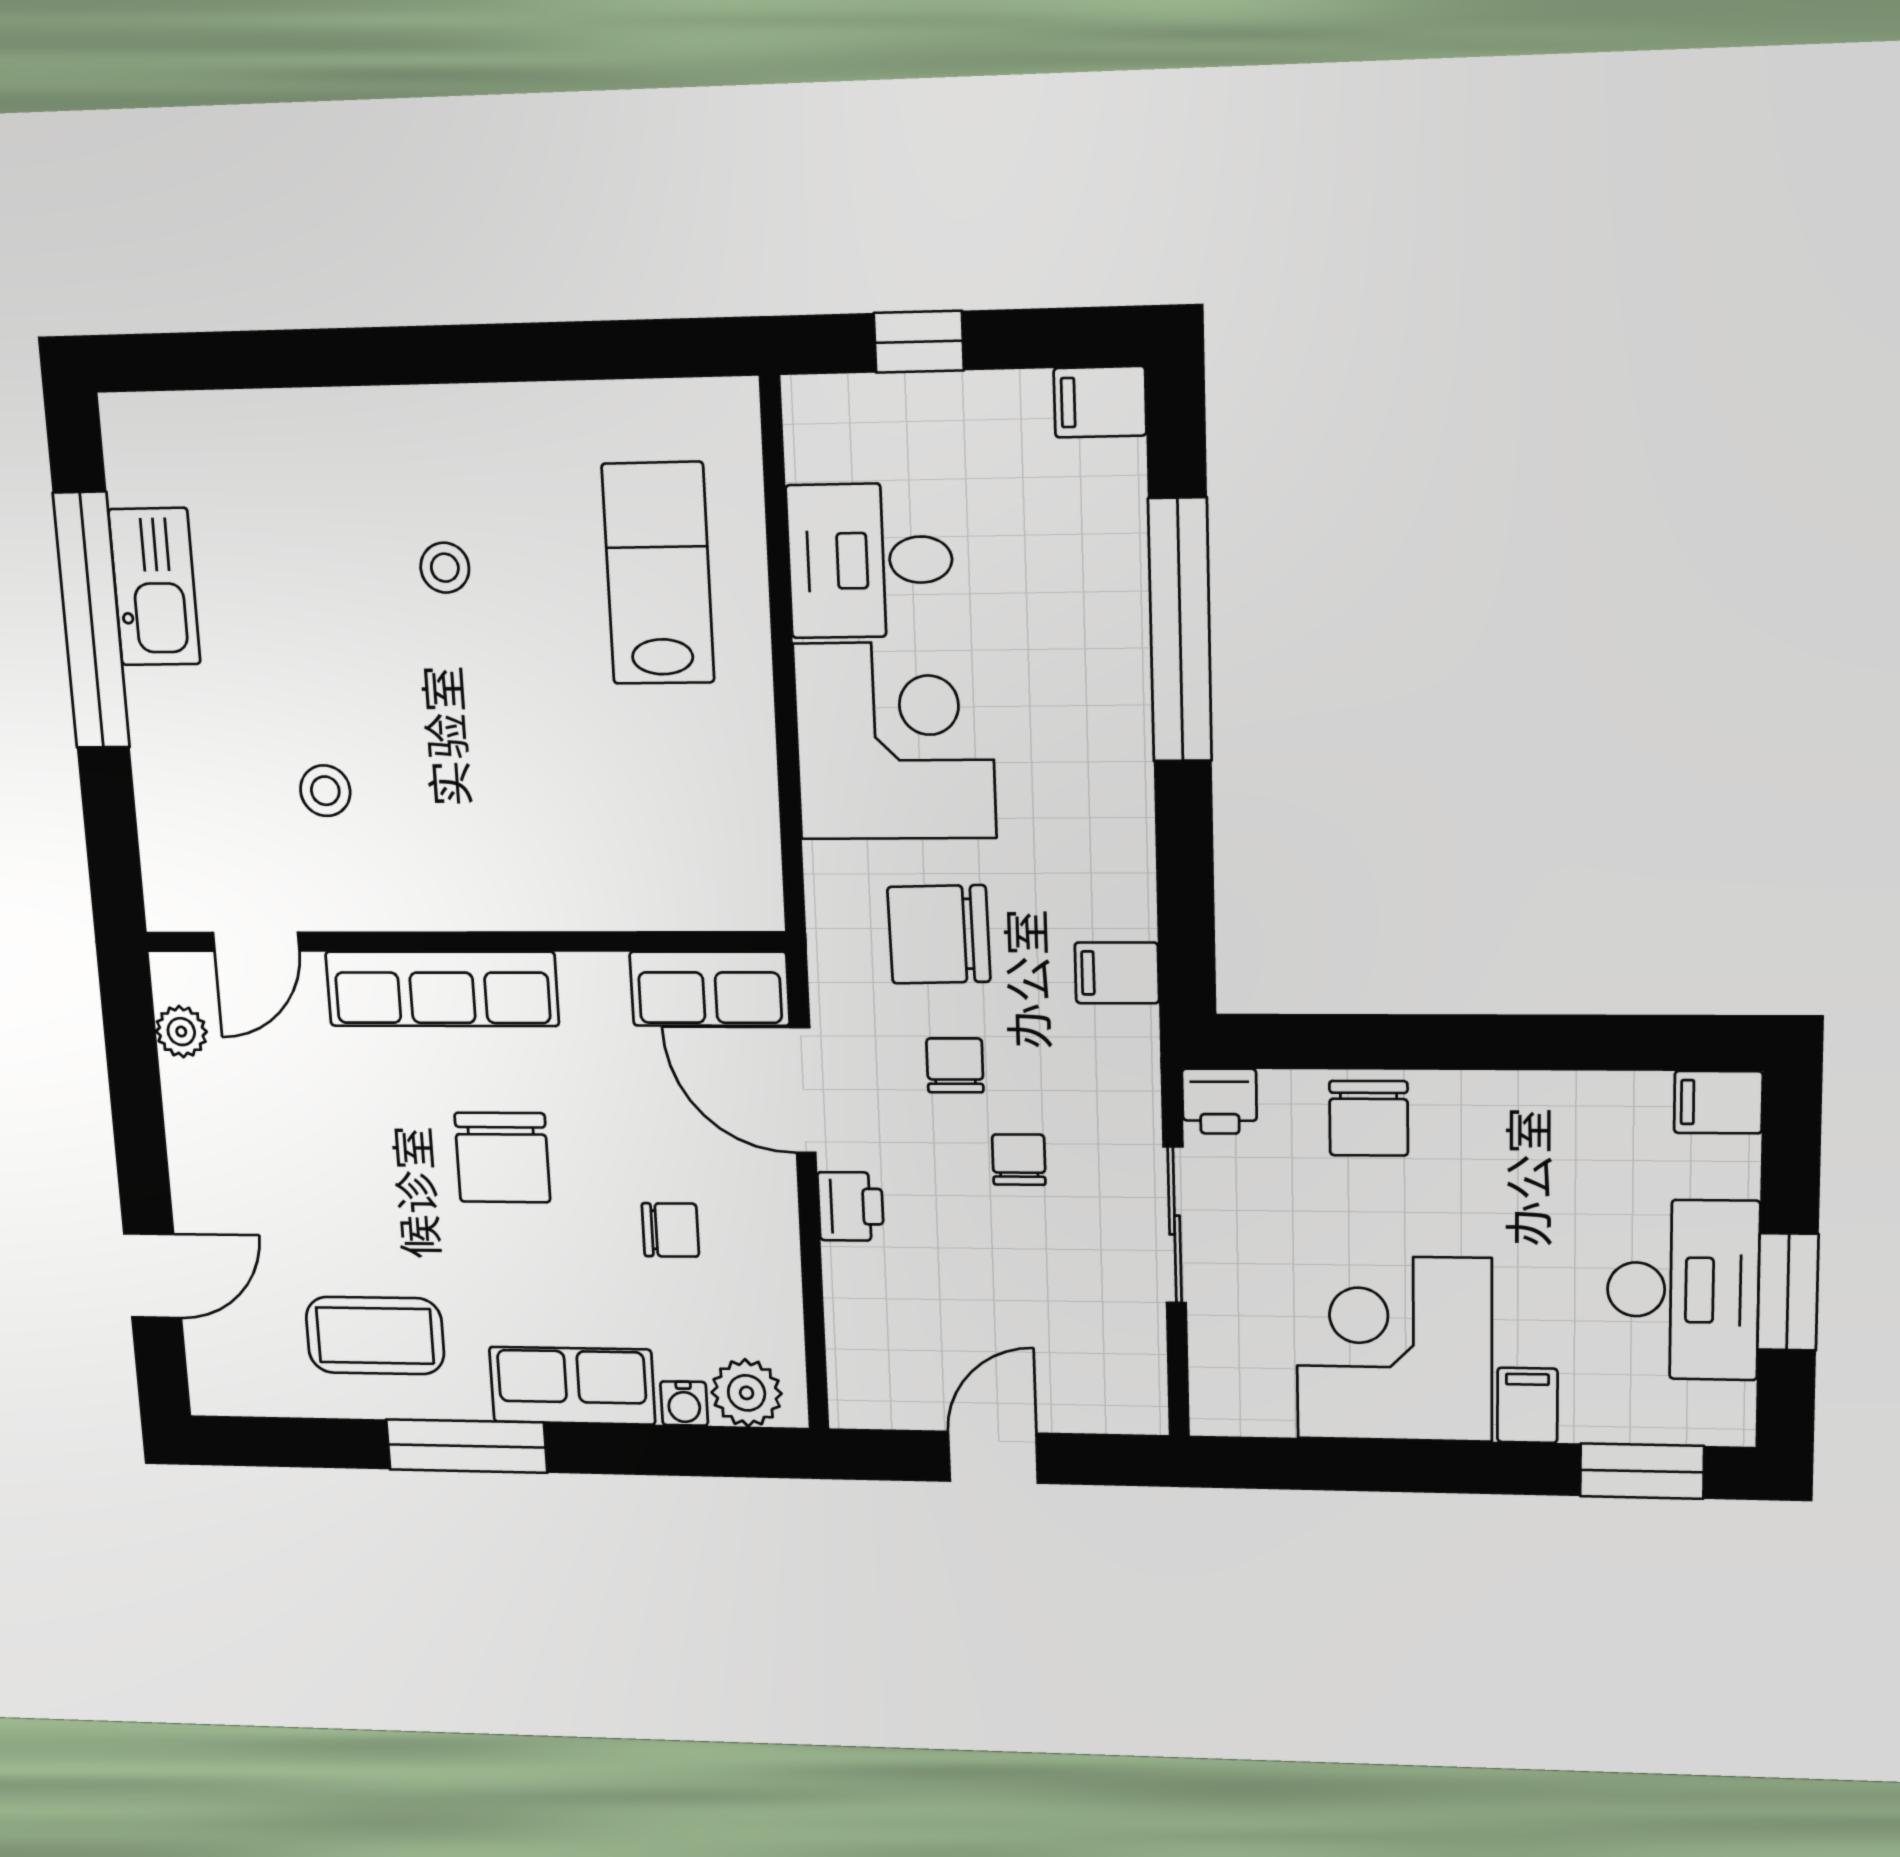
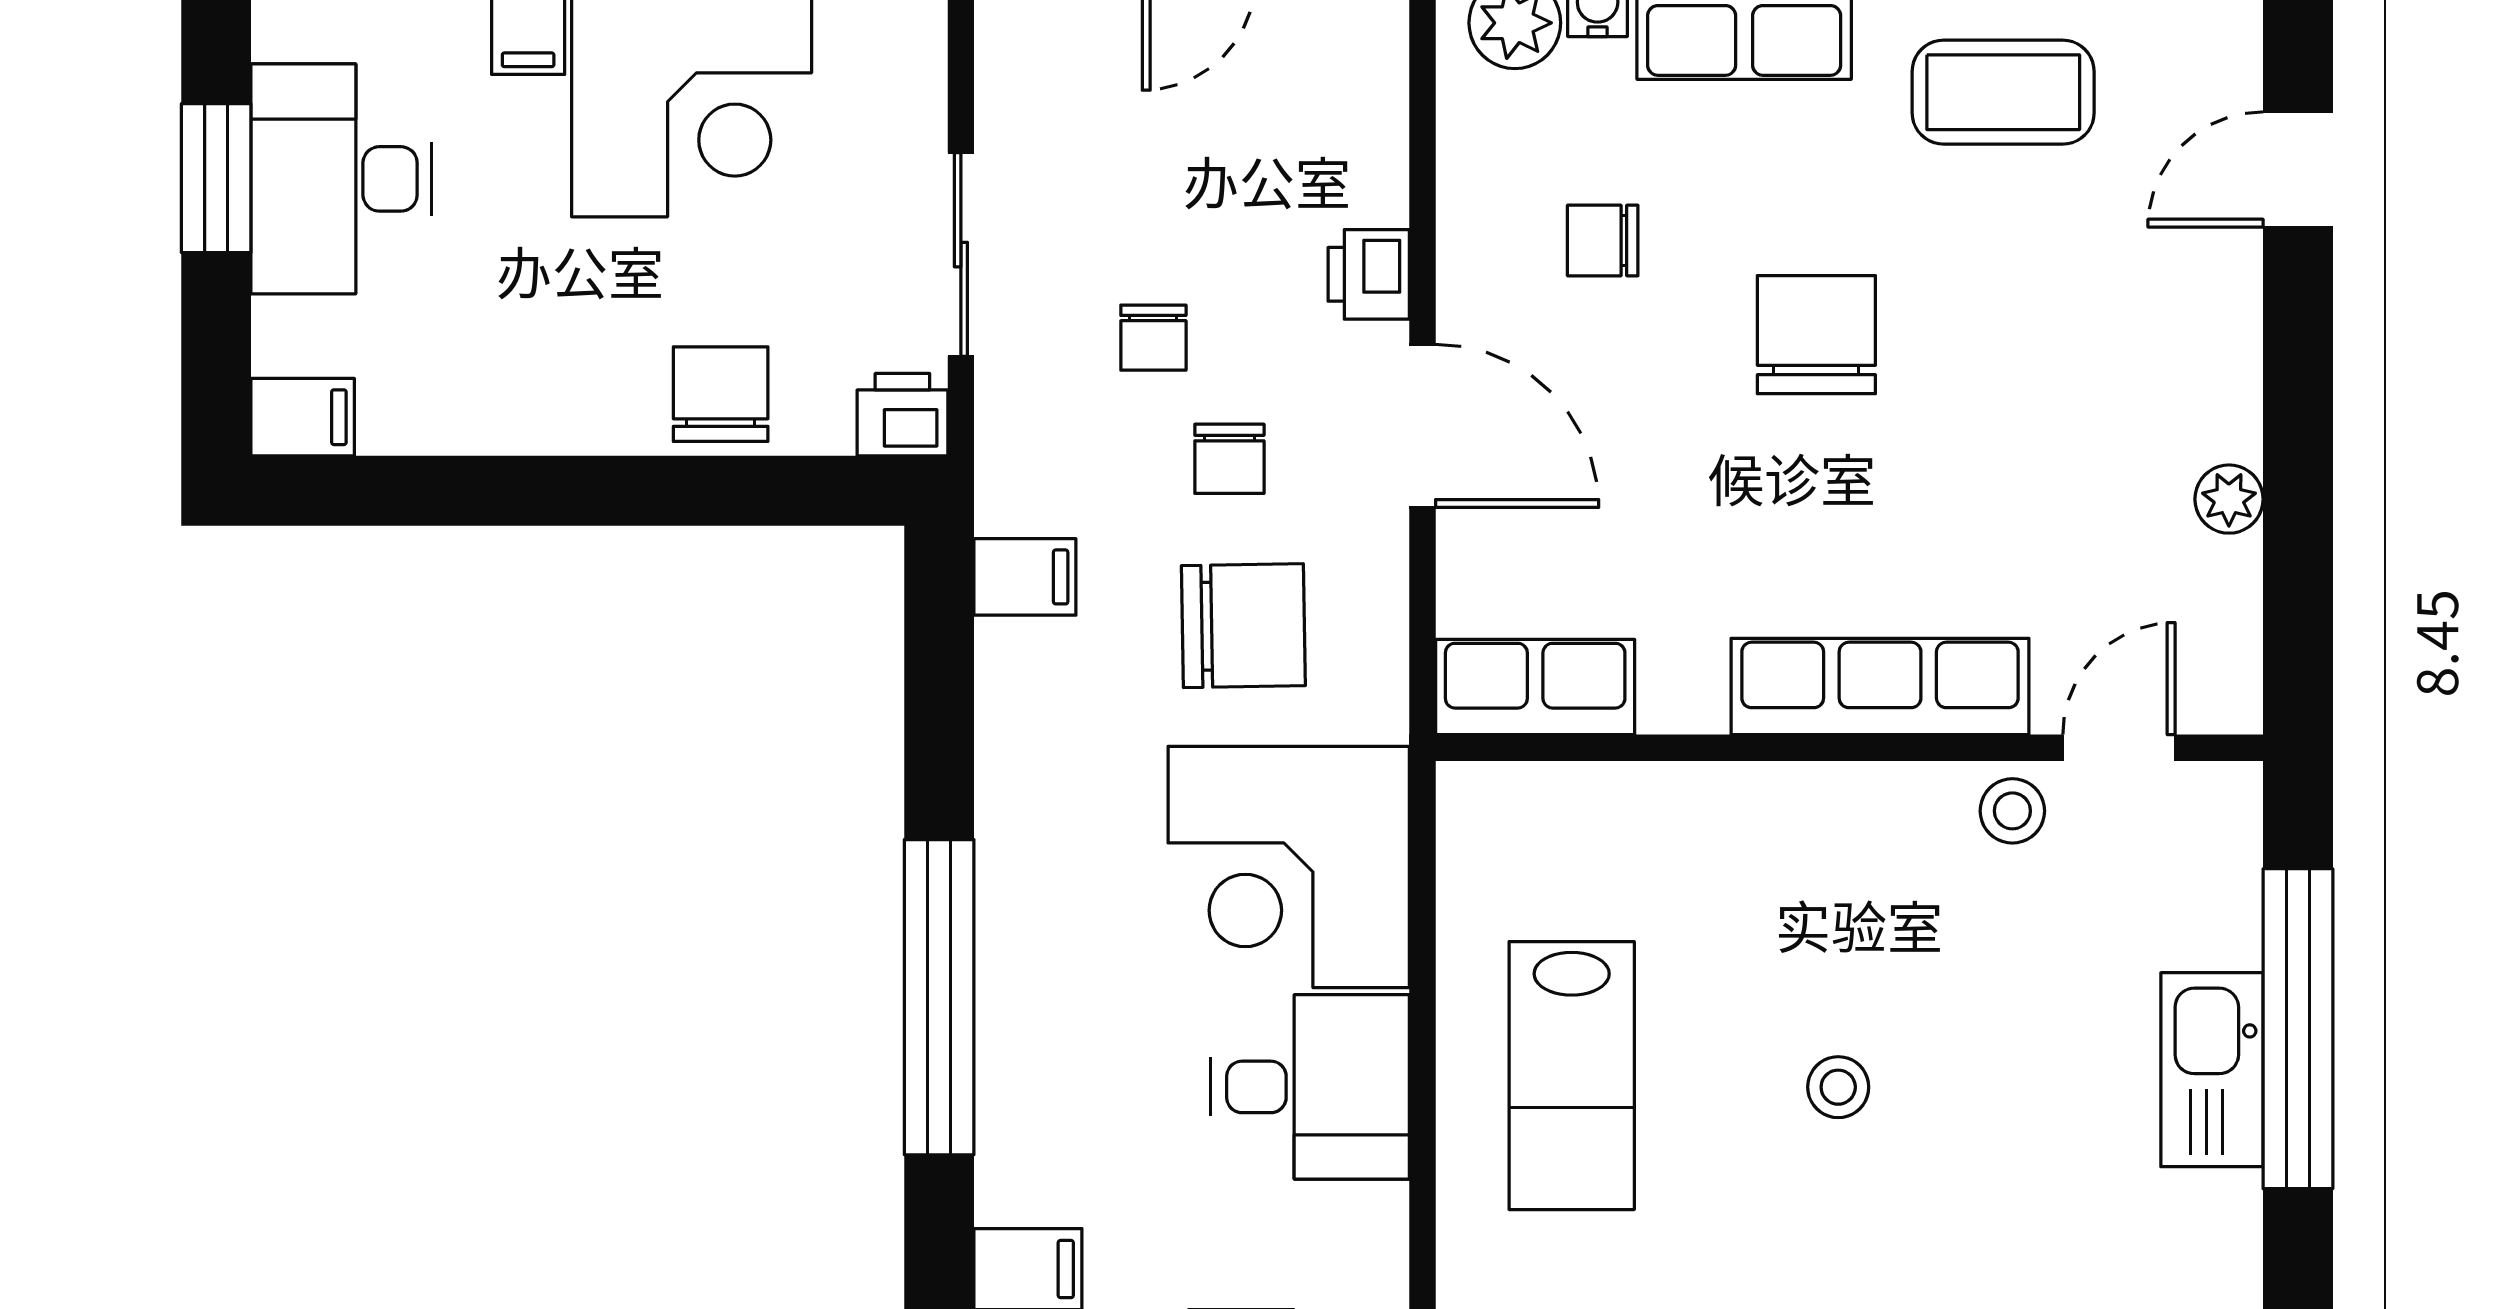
door: (256, 942) -> (2119, 748), moved
wall: (462, 942) -> (1849, 748), moved
row of seats: (442, 989) -> (1880, 687), moved
row of seats: (710, 989) -> (1535, 687), moved

